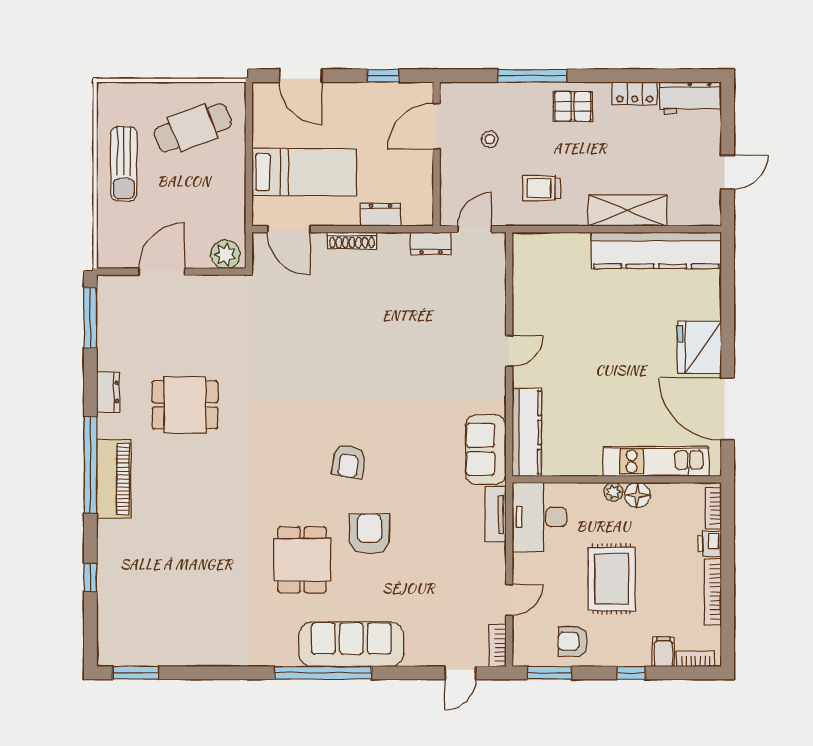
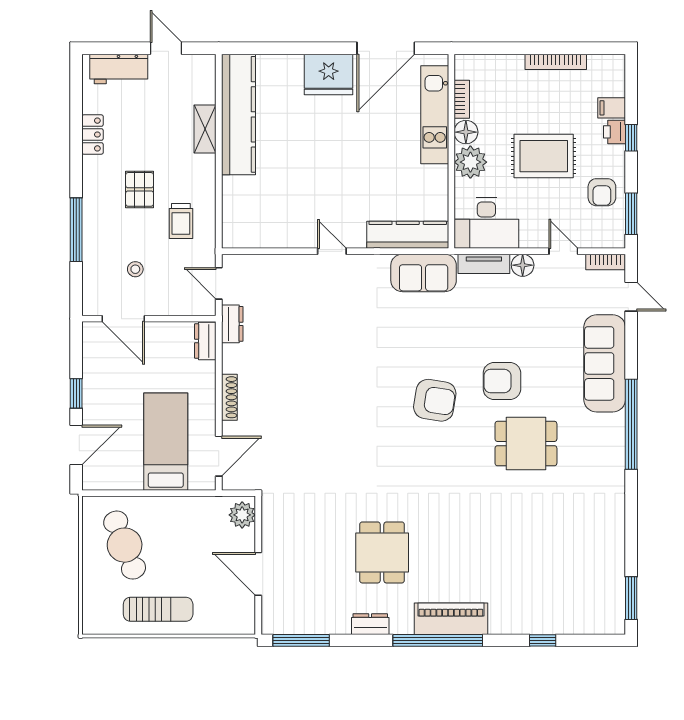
window: (383, 76) -> (76, 393), moved
workbench: (690, 98) -> (119, 69), moved, turned 90
pallet: (573, 106) -> (140, 189), moved
shelving: (628, 210) -> (205, 129), width x0.67, depth x0.75
dresser: (381, 215) -> (205, 341), moved
armchair: (349, 462) -> (435, 400), width x1.38, depth x1.38
plant: (613, 492) -> (470, 162), width x1.88, depth x1.88
bookcase: (713, 508) -> (462, 99), moved, turned -90
printer: (710, 544) -> (614, 132), moved, turned 90
floor lamp: (494, 556) -> (523, 265), added
sofa: (351, 644) -> (605, 363), moved
bookcase: (696, 659) -> (618, 78), removed

